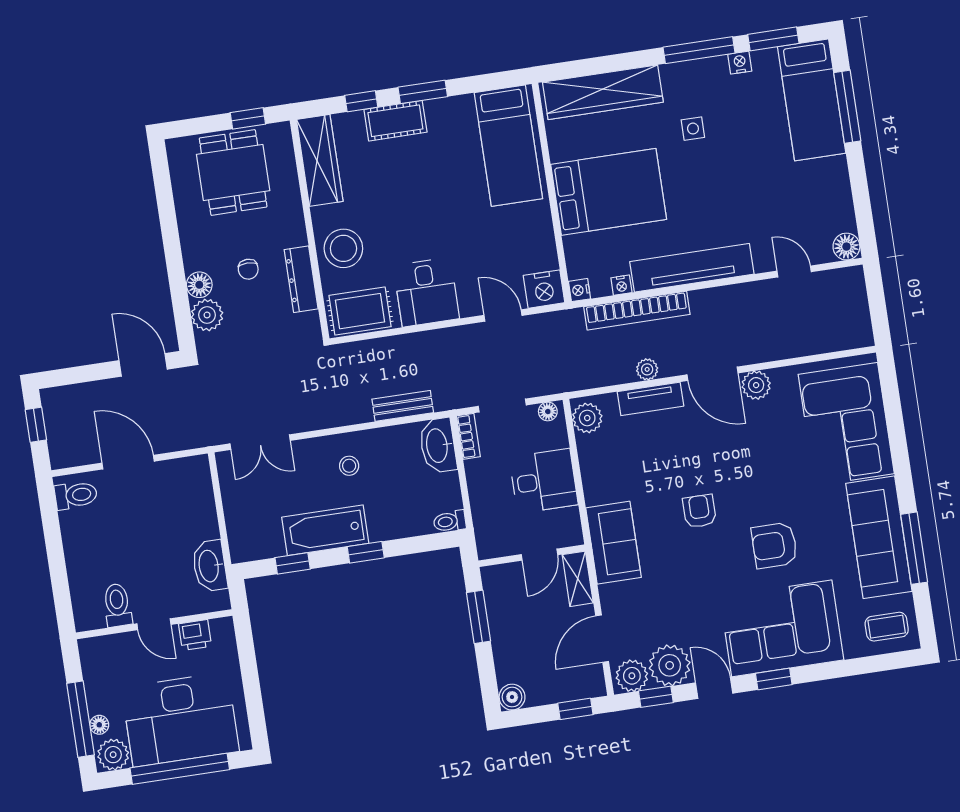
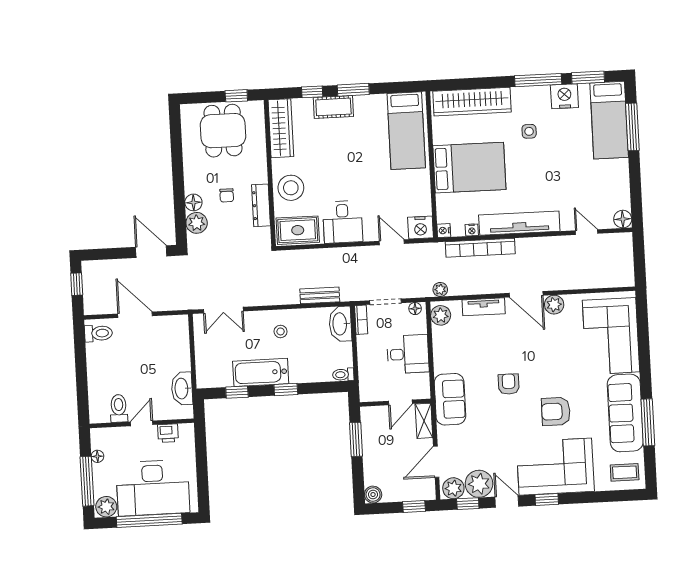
nightstand: (740, 63) -> (564, 96), width x1.89, depth x1.79
plant: (647, 369) -> (440, 289), moved
door: (154, 624) -> (142, 423), swing flipped
floor lamp: (99, 725) -> (97, 456), moved

